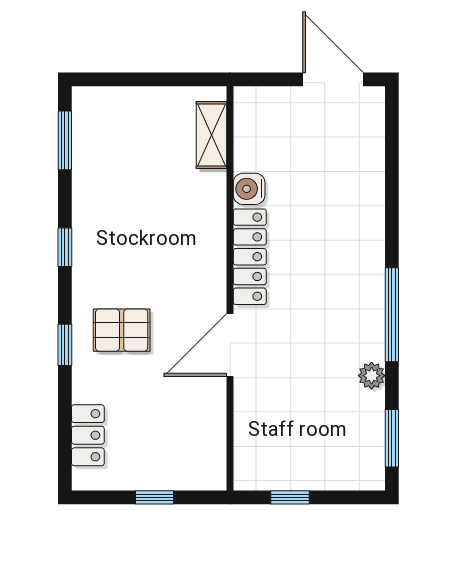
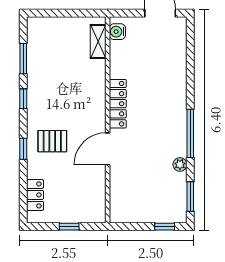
window: (65, 140) -> (23, 59), moved
water cooler: (249, 189) -> (117, 32), moved
window: (290, 497) -> (165, 227), moved

